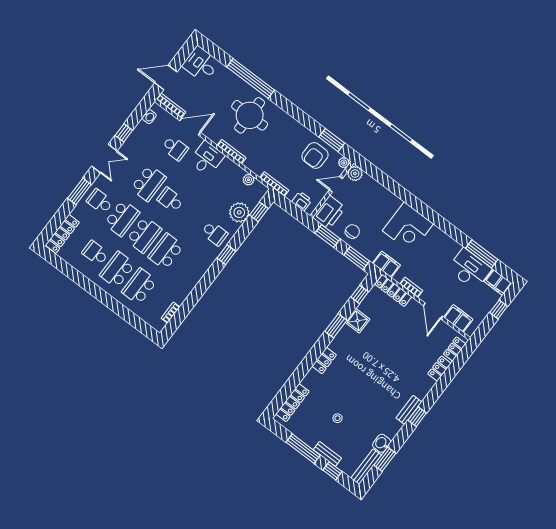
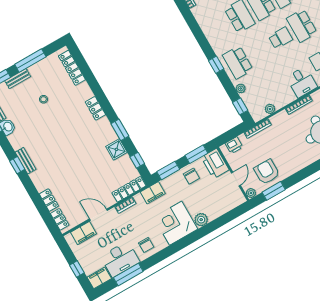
plant: (355, 173) -> (201, 220), moved
plant: (239, 212) -> (241, 88), width x0.53, depth x0.53
school desk: (215, 233) -> (238, 62), width x1.85
chair: (443, 248) -> (146, 245), added

